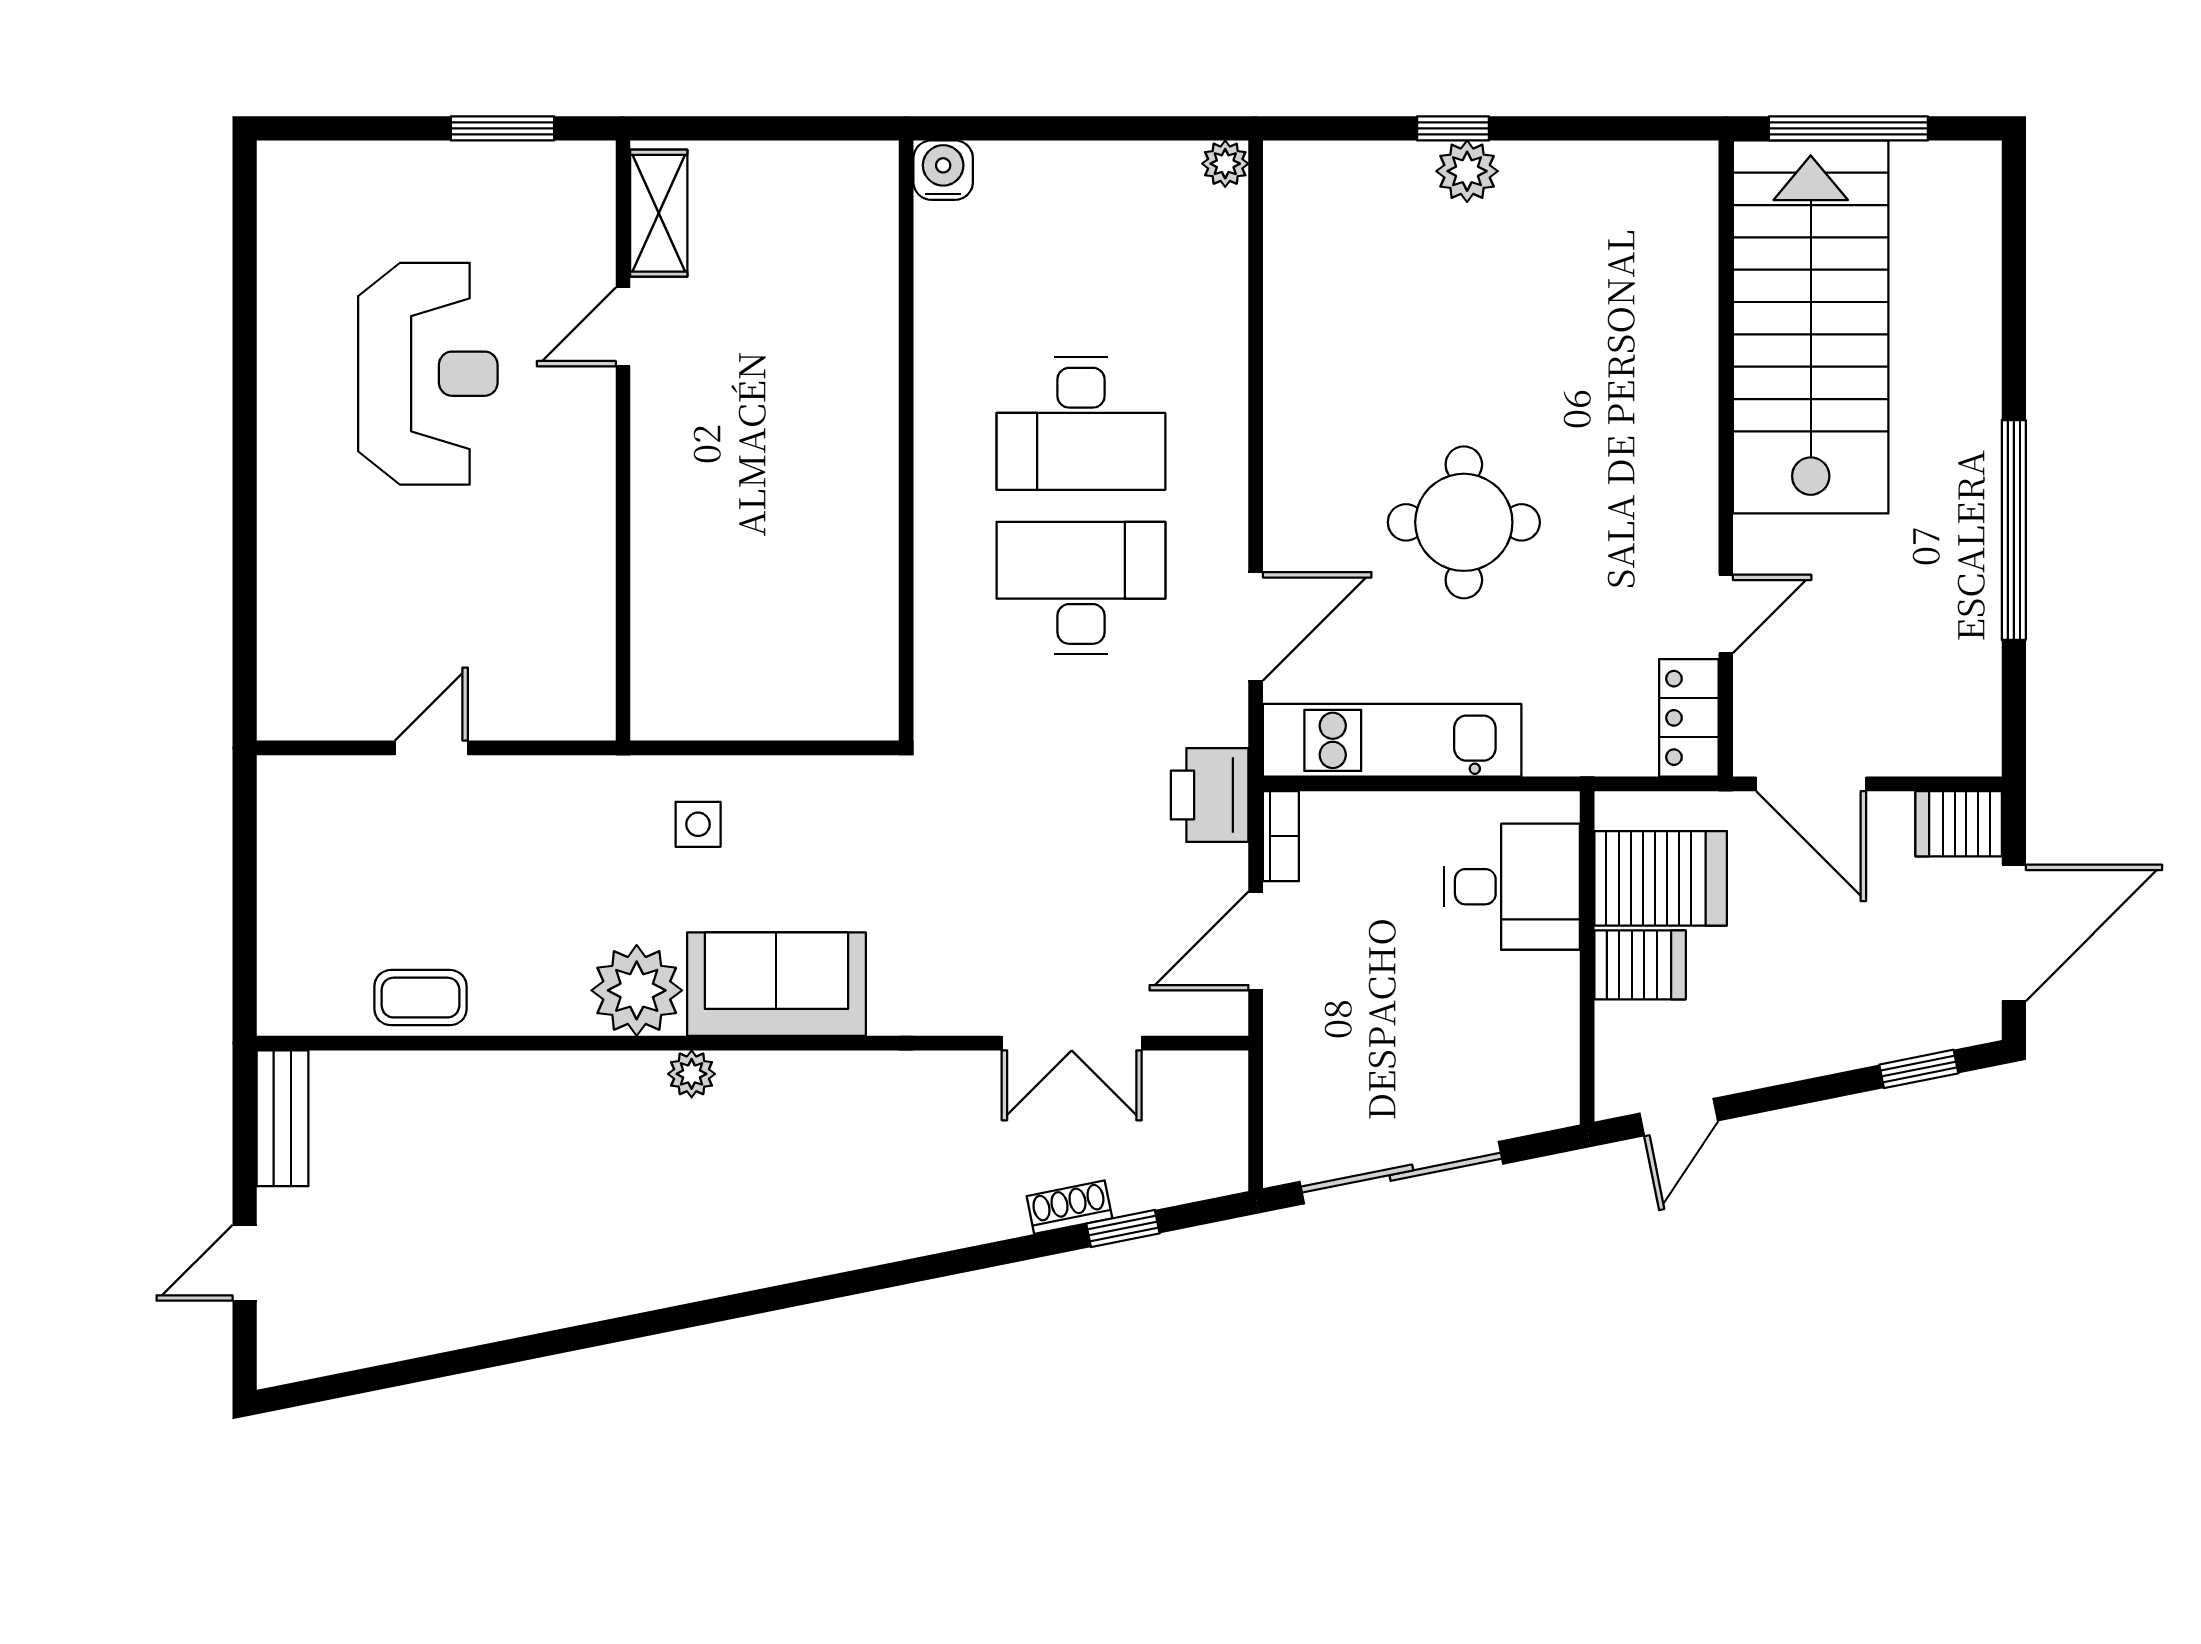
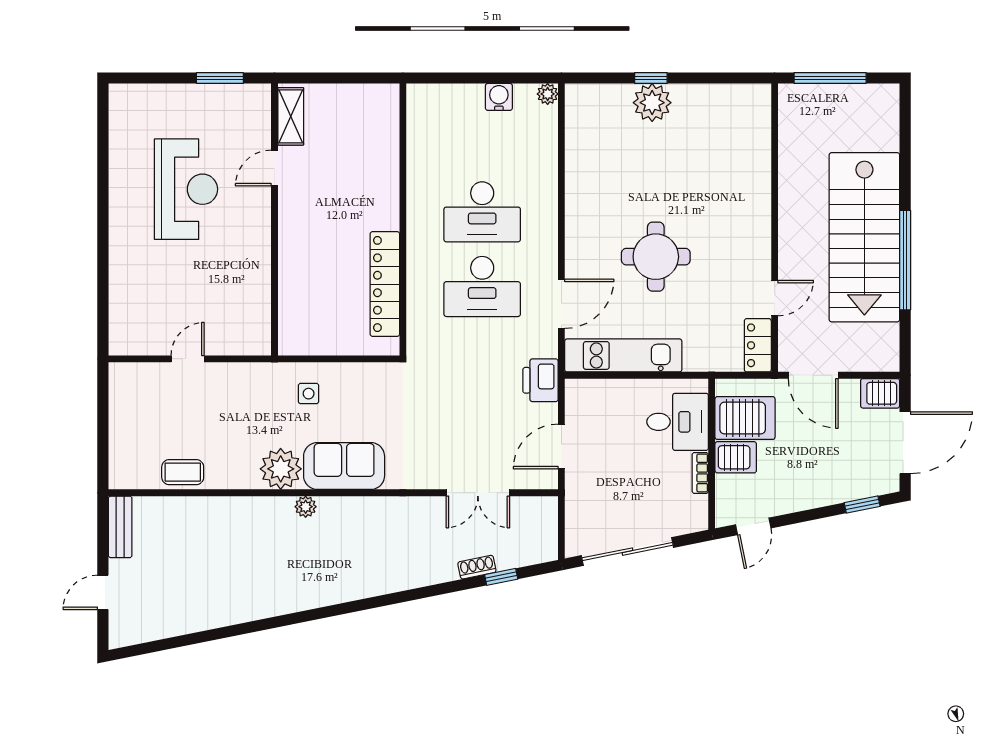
water cooler: (943, 170) -> (499, 97), moved
plant: (1467, 171) -> (652, 103), width x1.36, depth x1.36
stairs: (1811, 327) -> (864, 237), moved, turned 180
locker: (866, 583) -> (385, 284), added
desk: (1081, 588) -> (482, 286), turned 180
bookcase: (1281, 836) -> (700, 473), moved, turned 180

